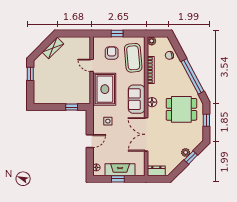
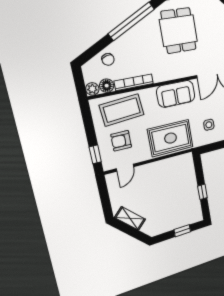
window: (117, 34) -> (95, 154), moved
door: (92, 65) -> (125, 168), moved
window: (30, 74) -> (182, 231), moved
floor lamp: (152, 102) -> (107, 86), moved
window: (72, 107) -> (202, 192), moved

